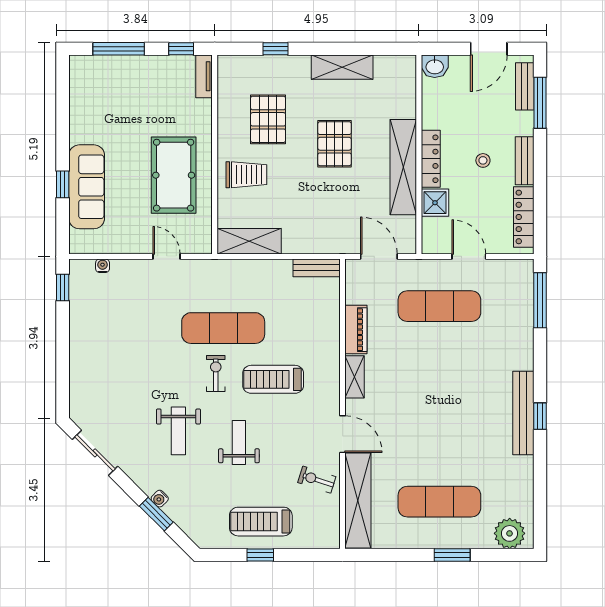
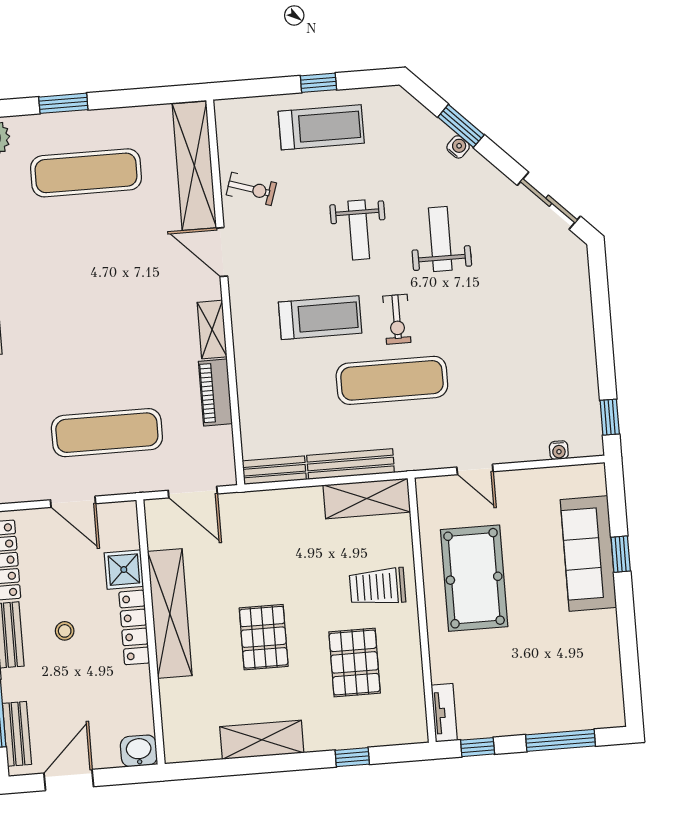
bench: (259, 268) -> (351, 464), added

